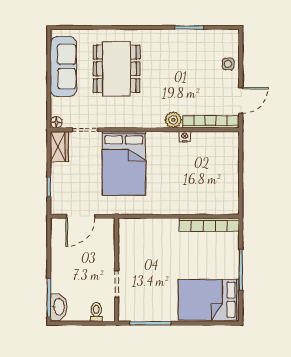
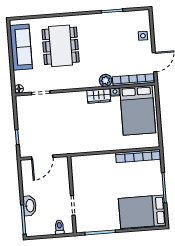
wardrobe: (59, 147) -> (99, 96), moved, turned 90
bed: (124, 163) -> (138, 110), moved
washbasin: (59, 307) -> (30, 206), moved

